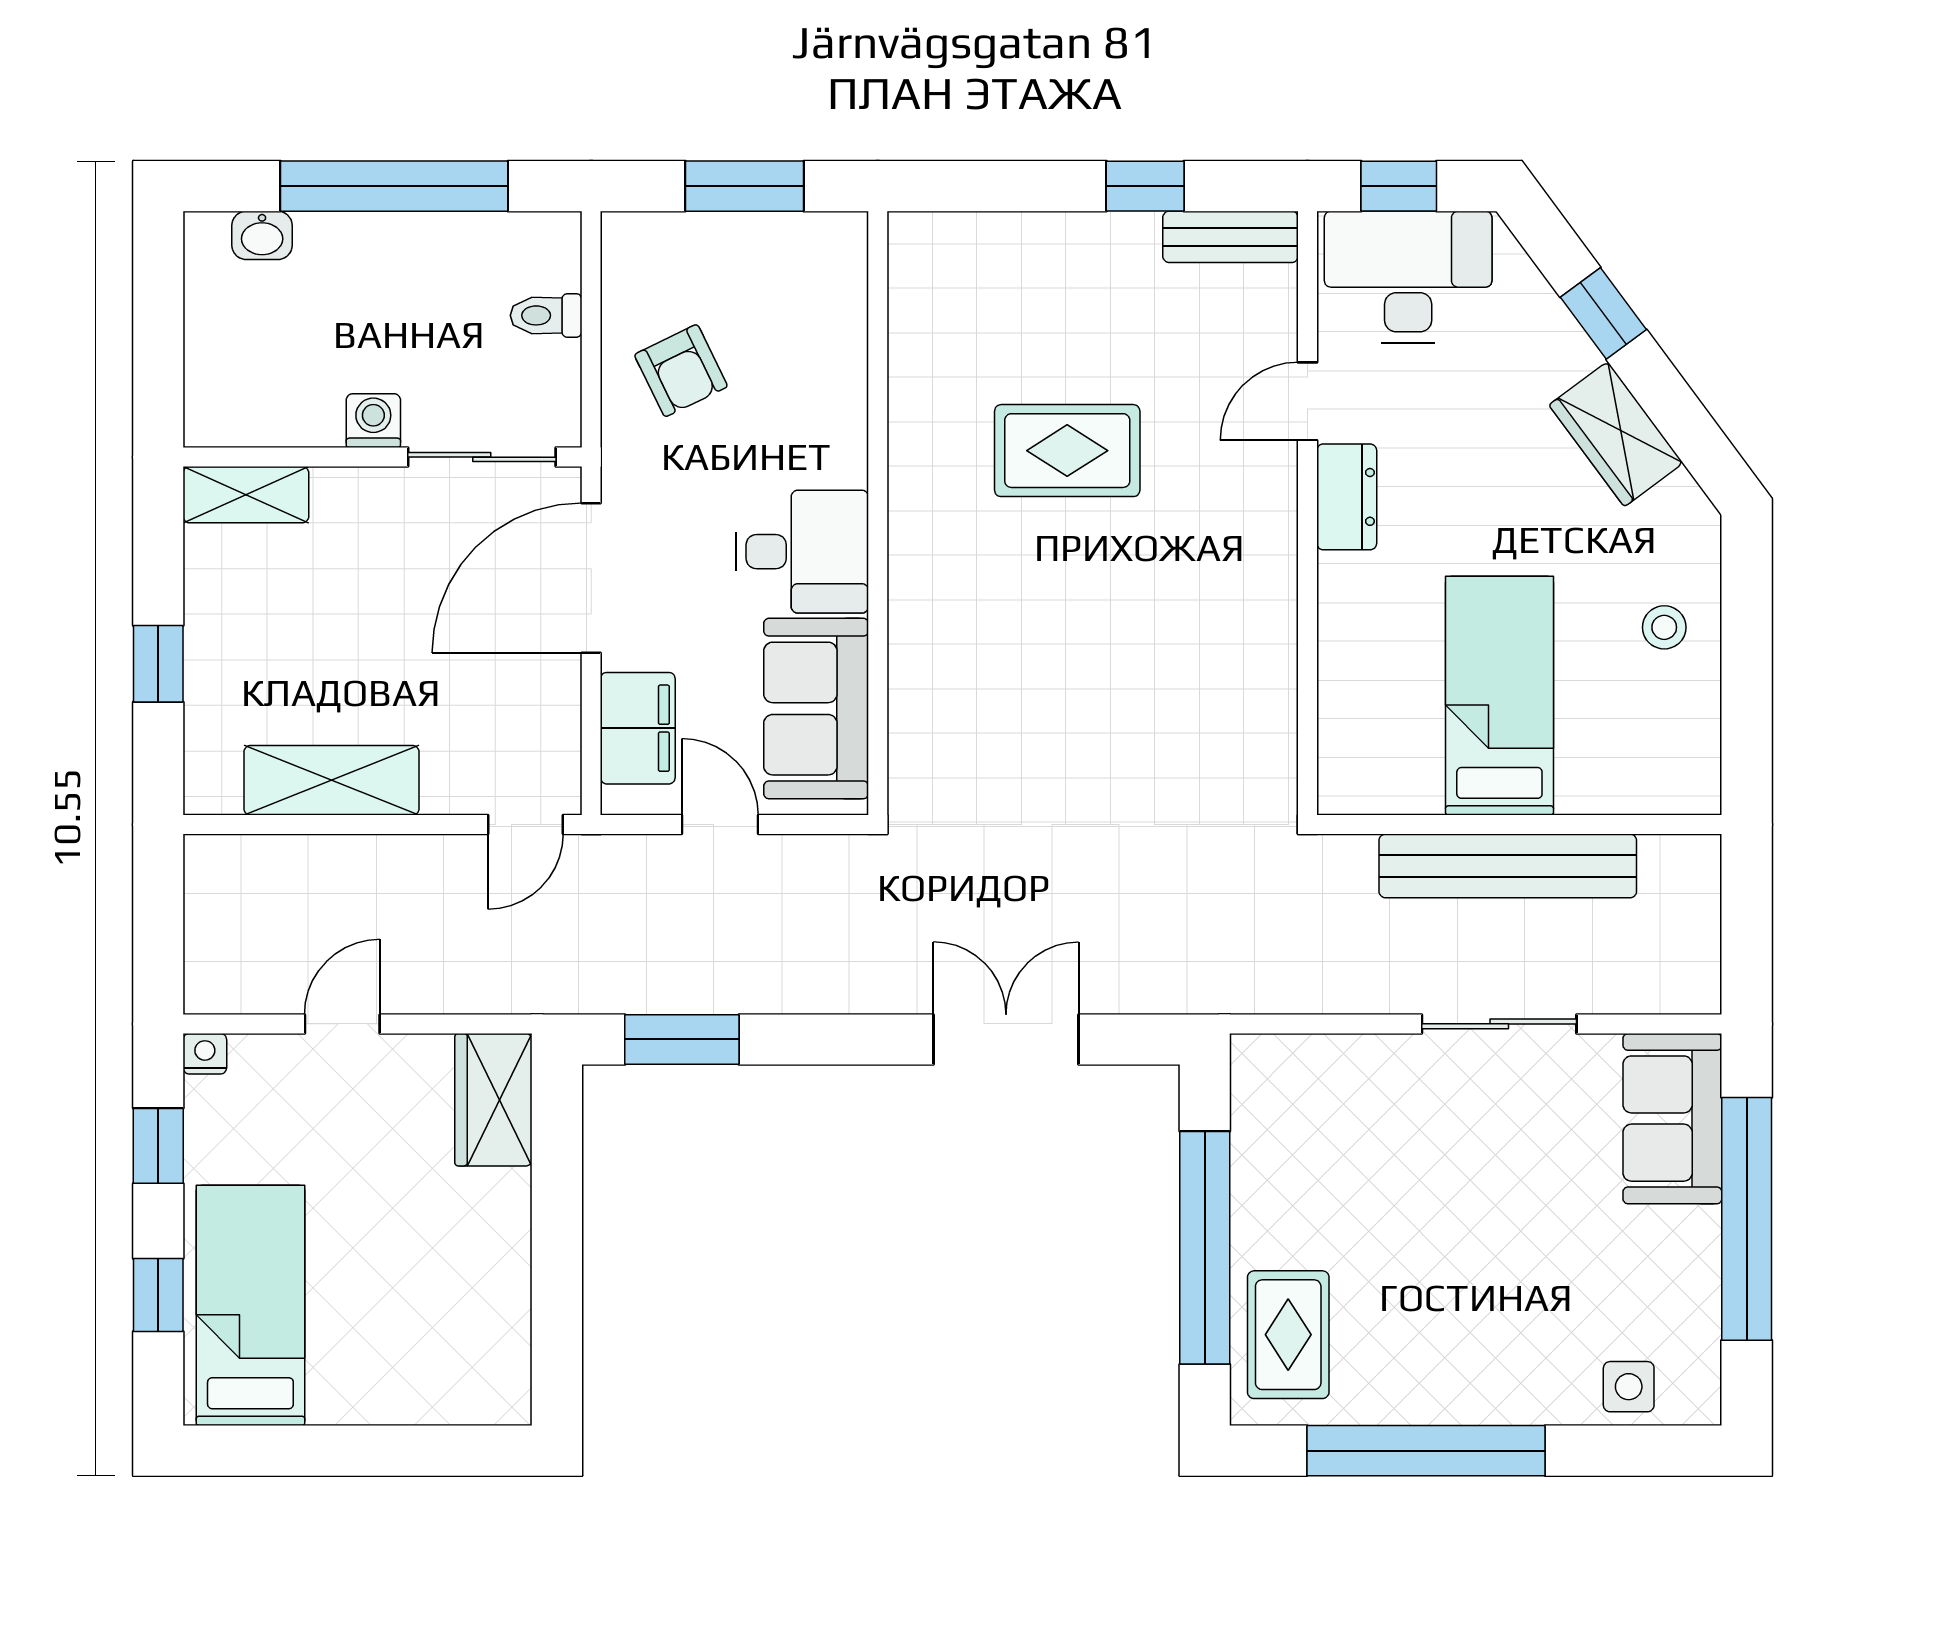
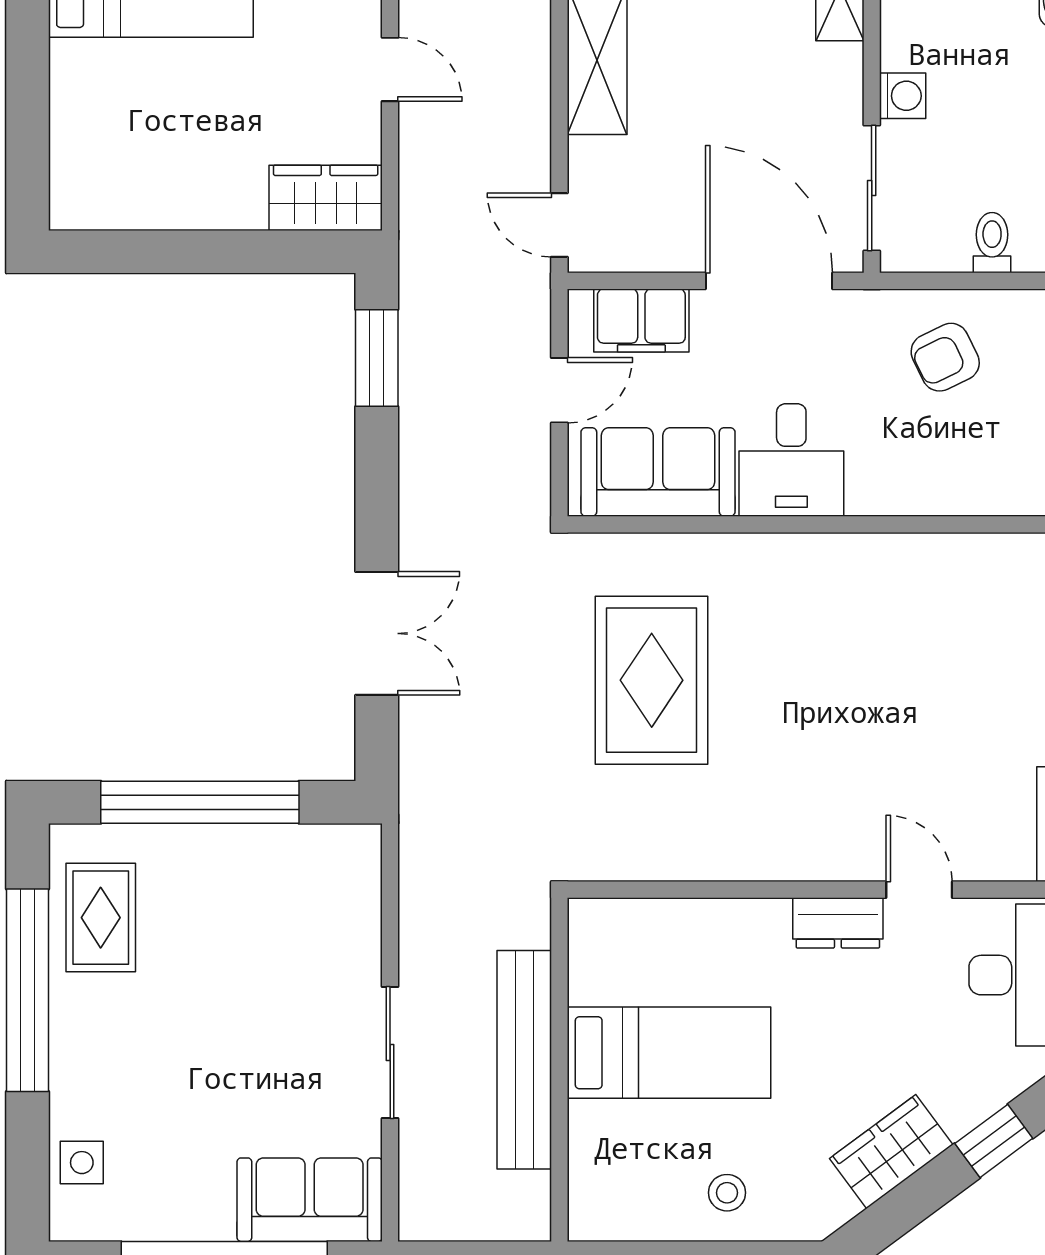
rug: (1067, 451) -> (652, 680), moved, width x1.36, depth x1.43
rug: (1288, 1335) -> (101, 918), moved, turned 90

